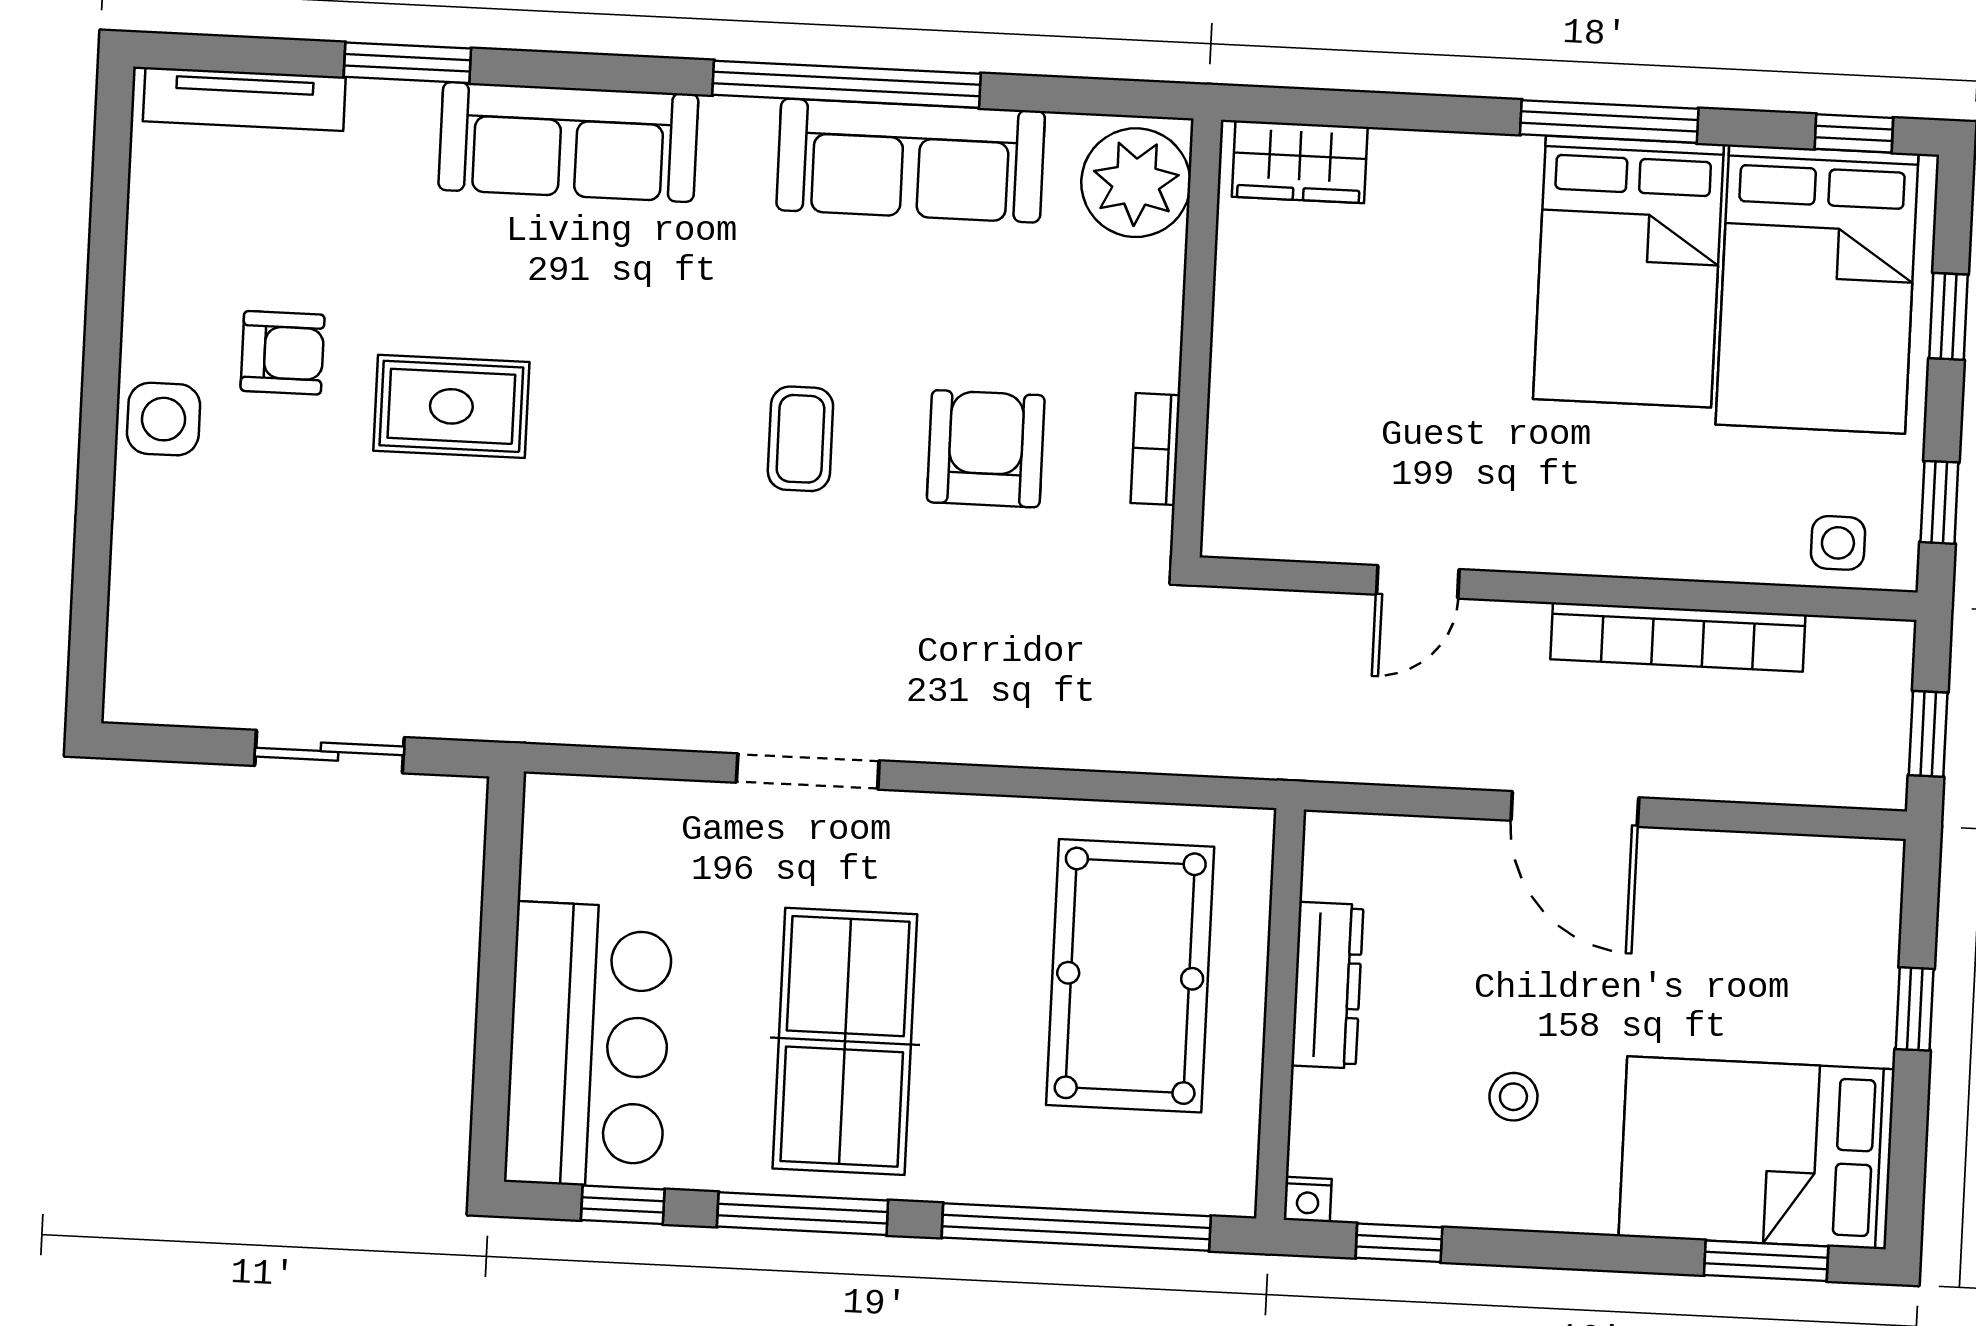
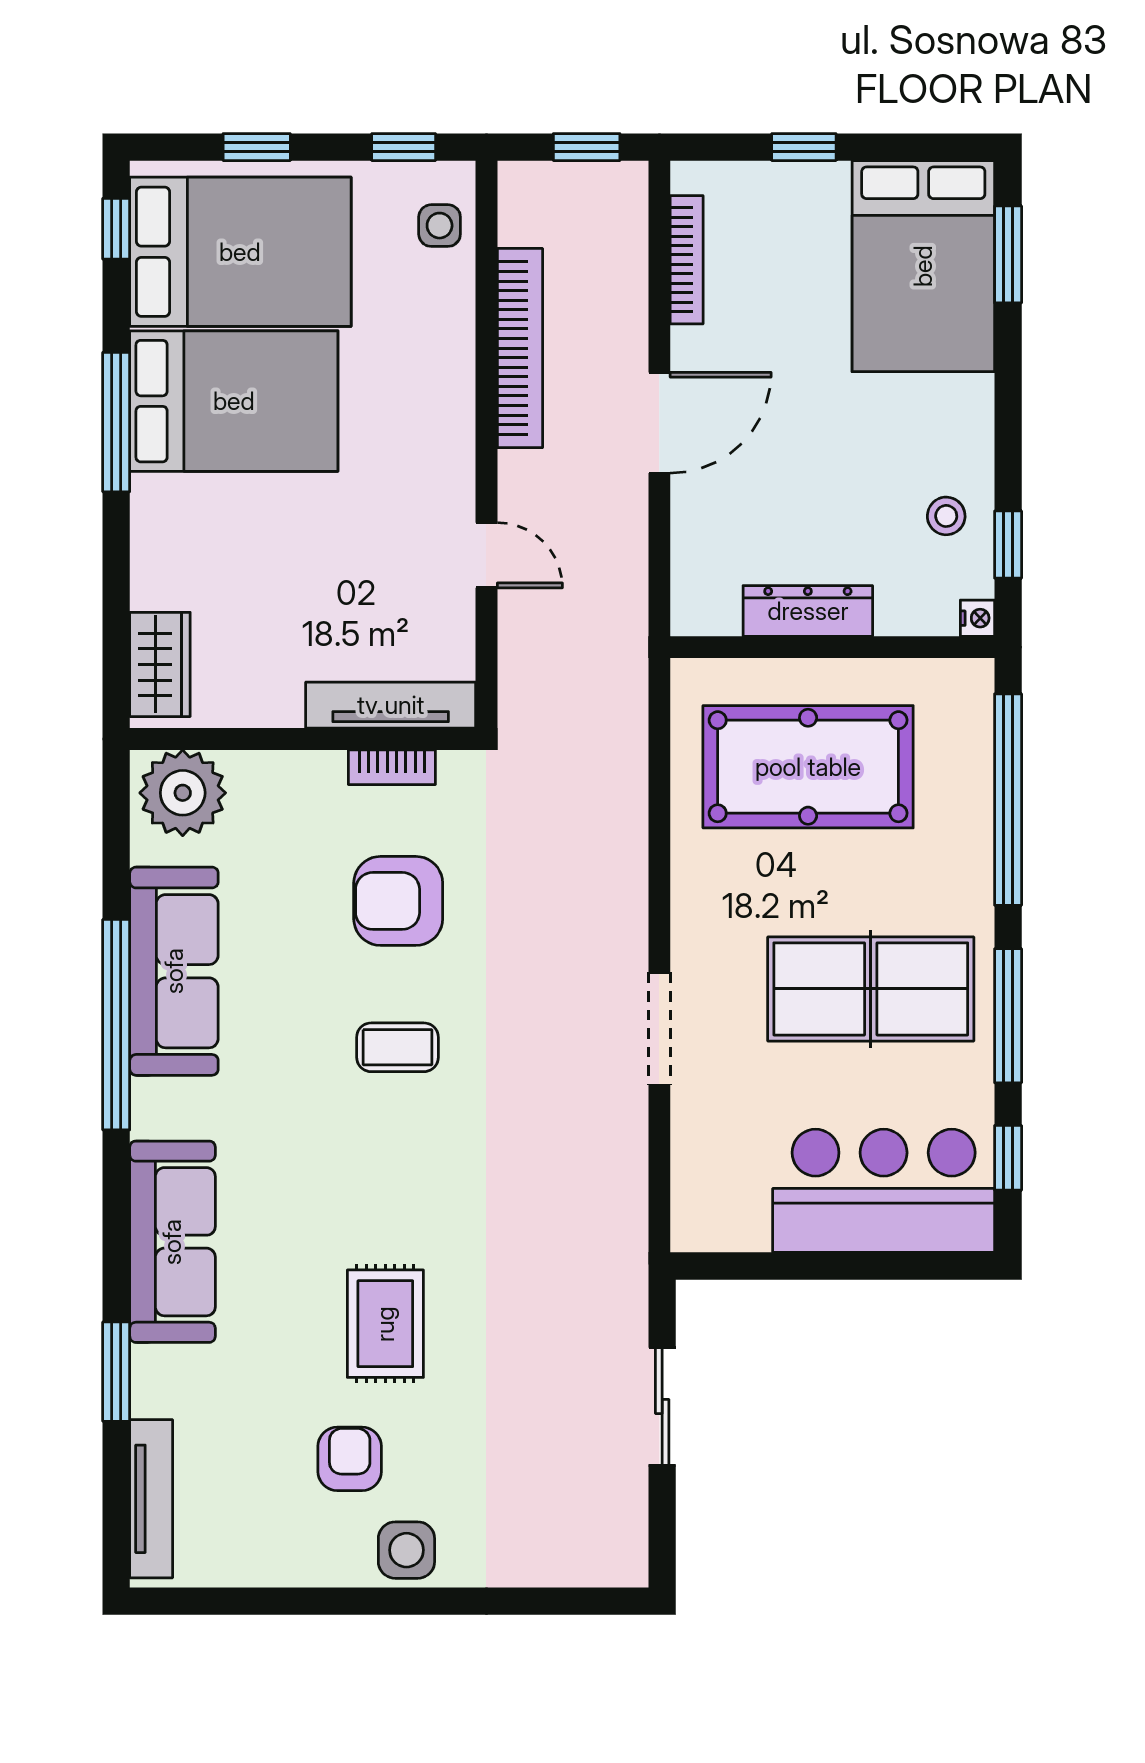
tv unit: (1234, 451) -> (391, 705), added
bookcase: (1779, 854) -> (687, 260), added
stool: (1513, 1097) -> (946, 516), moved

